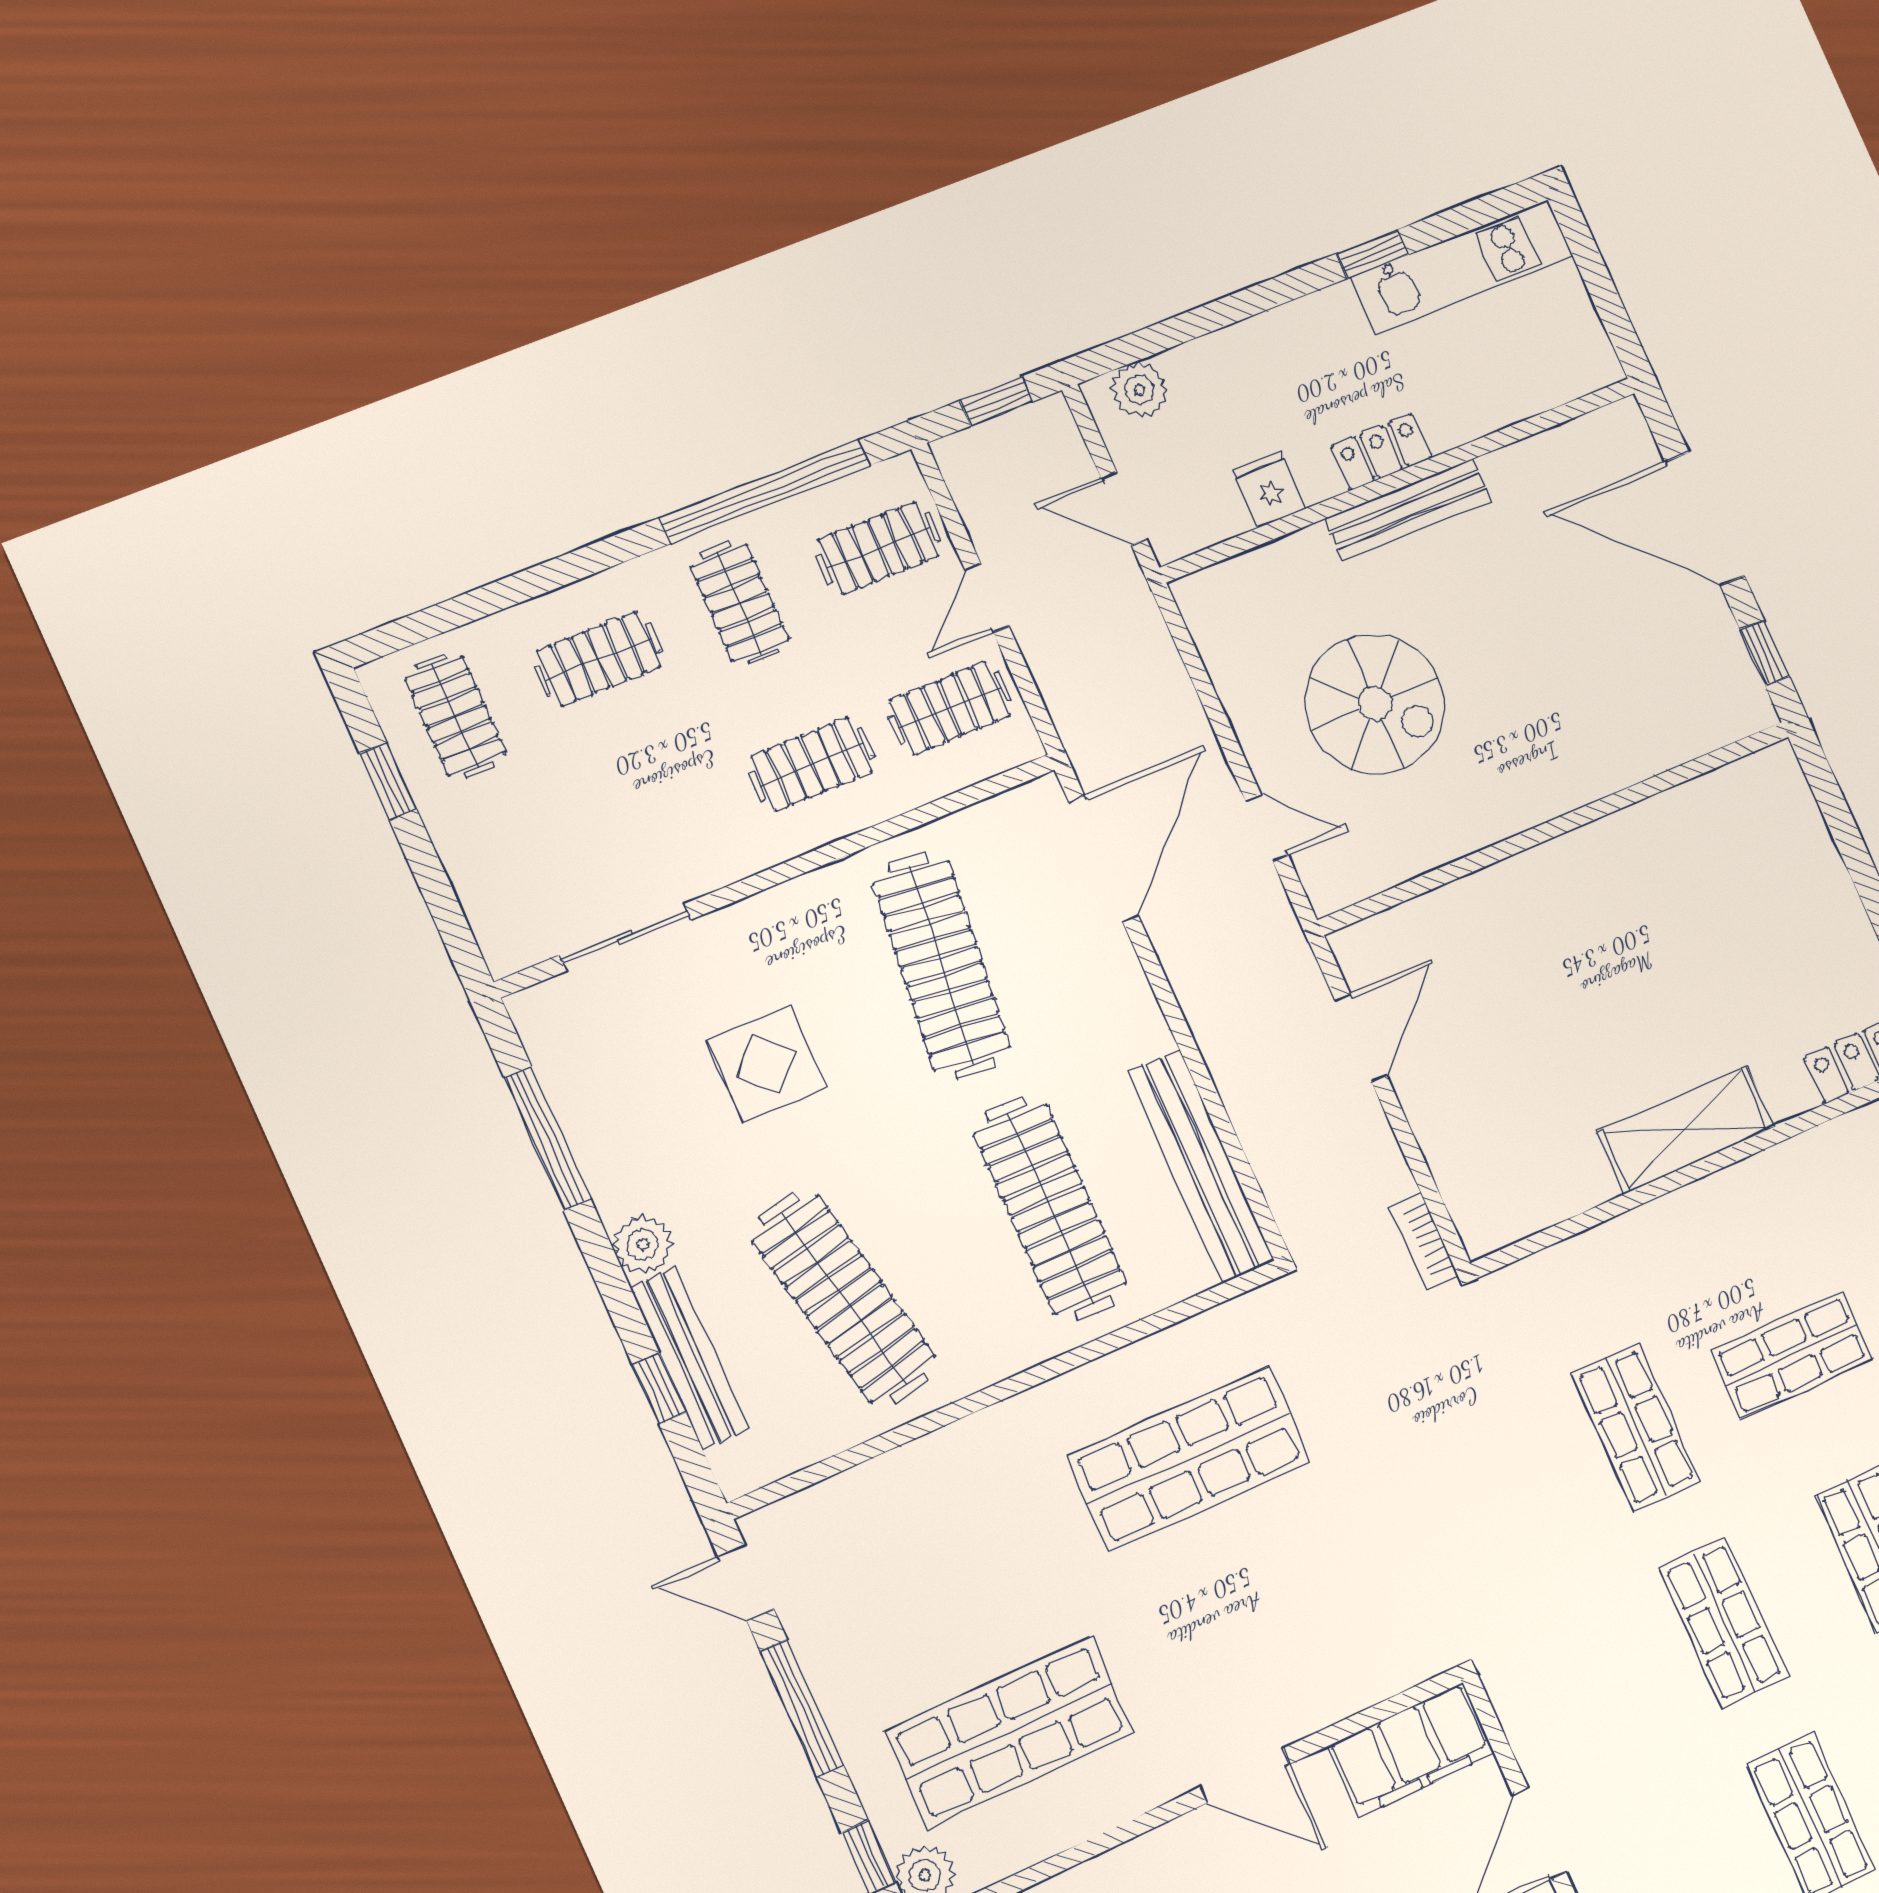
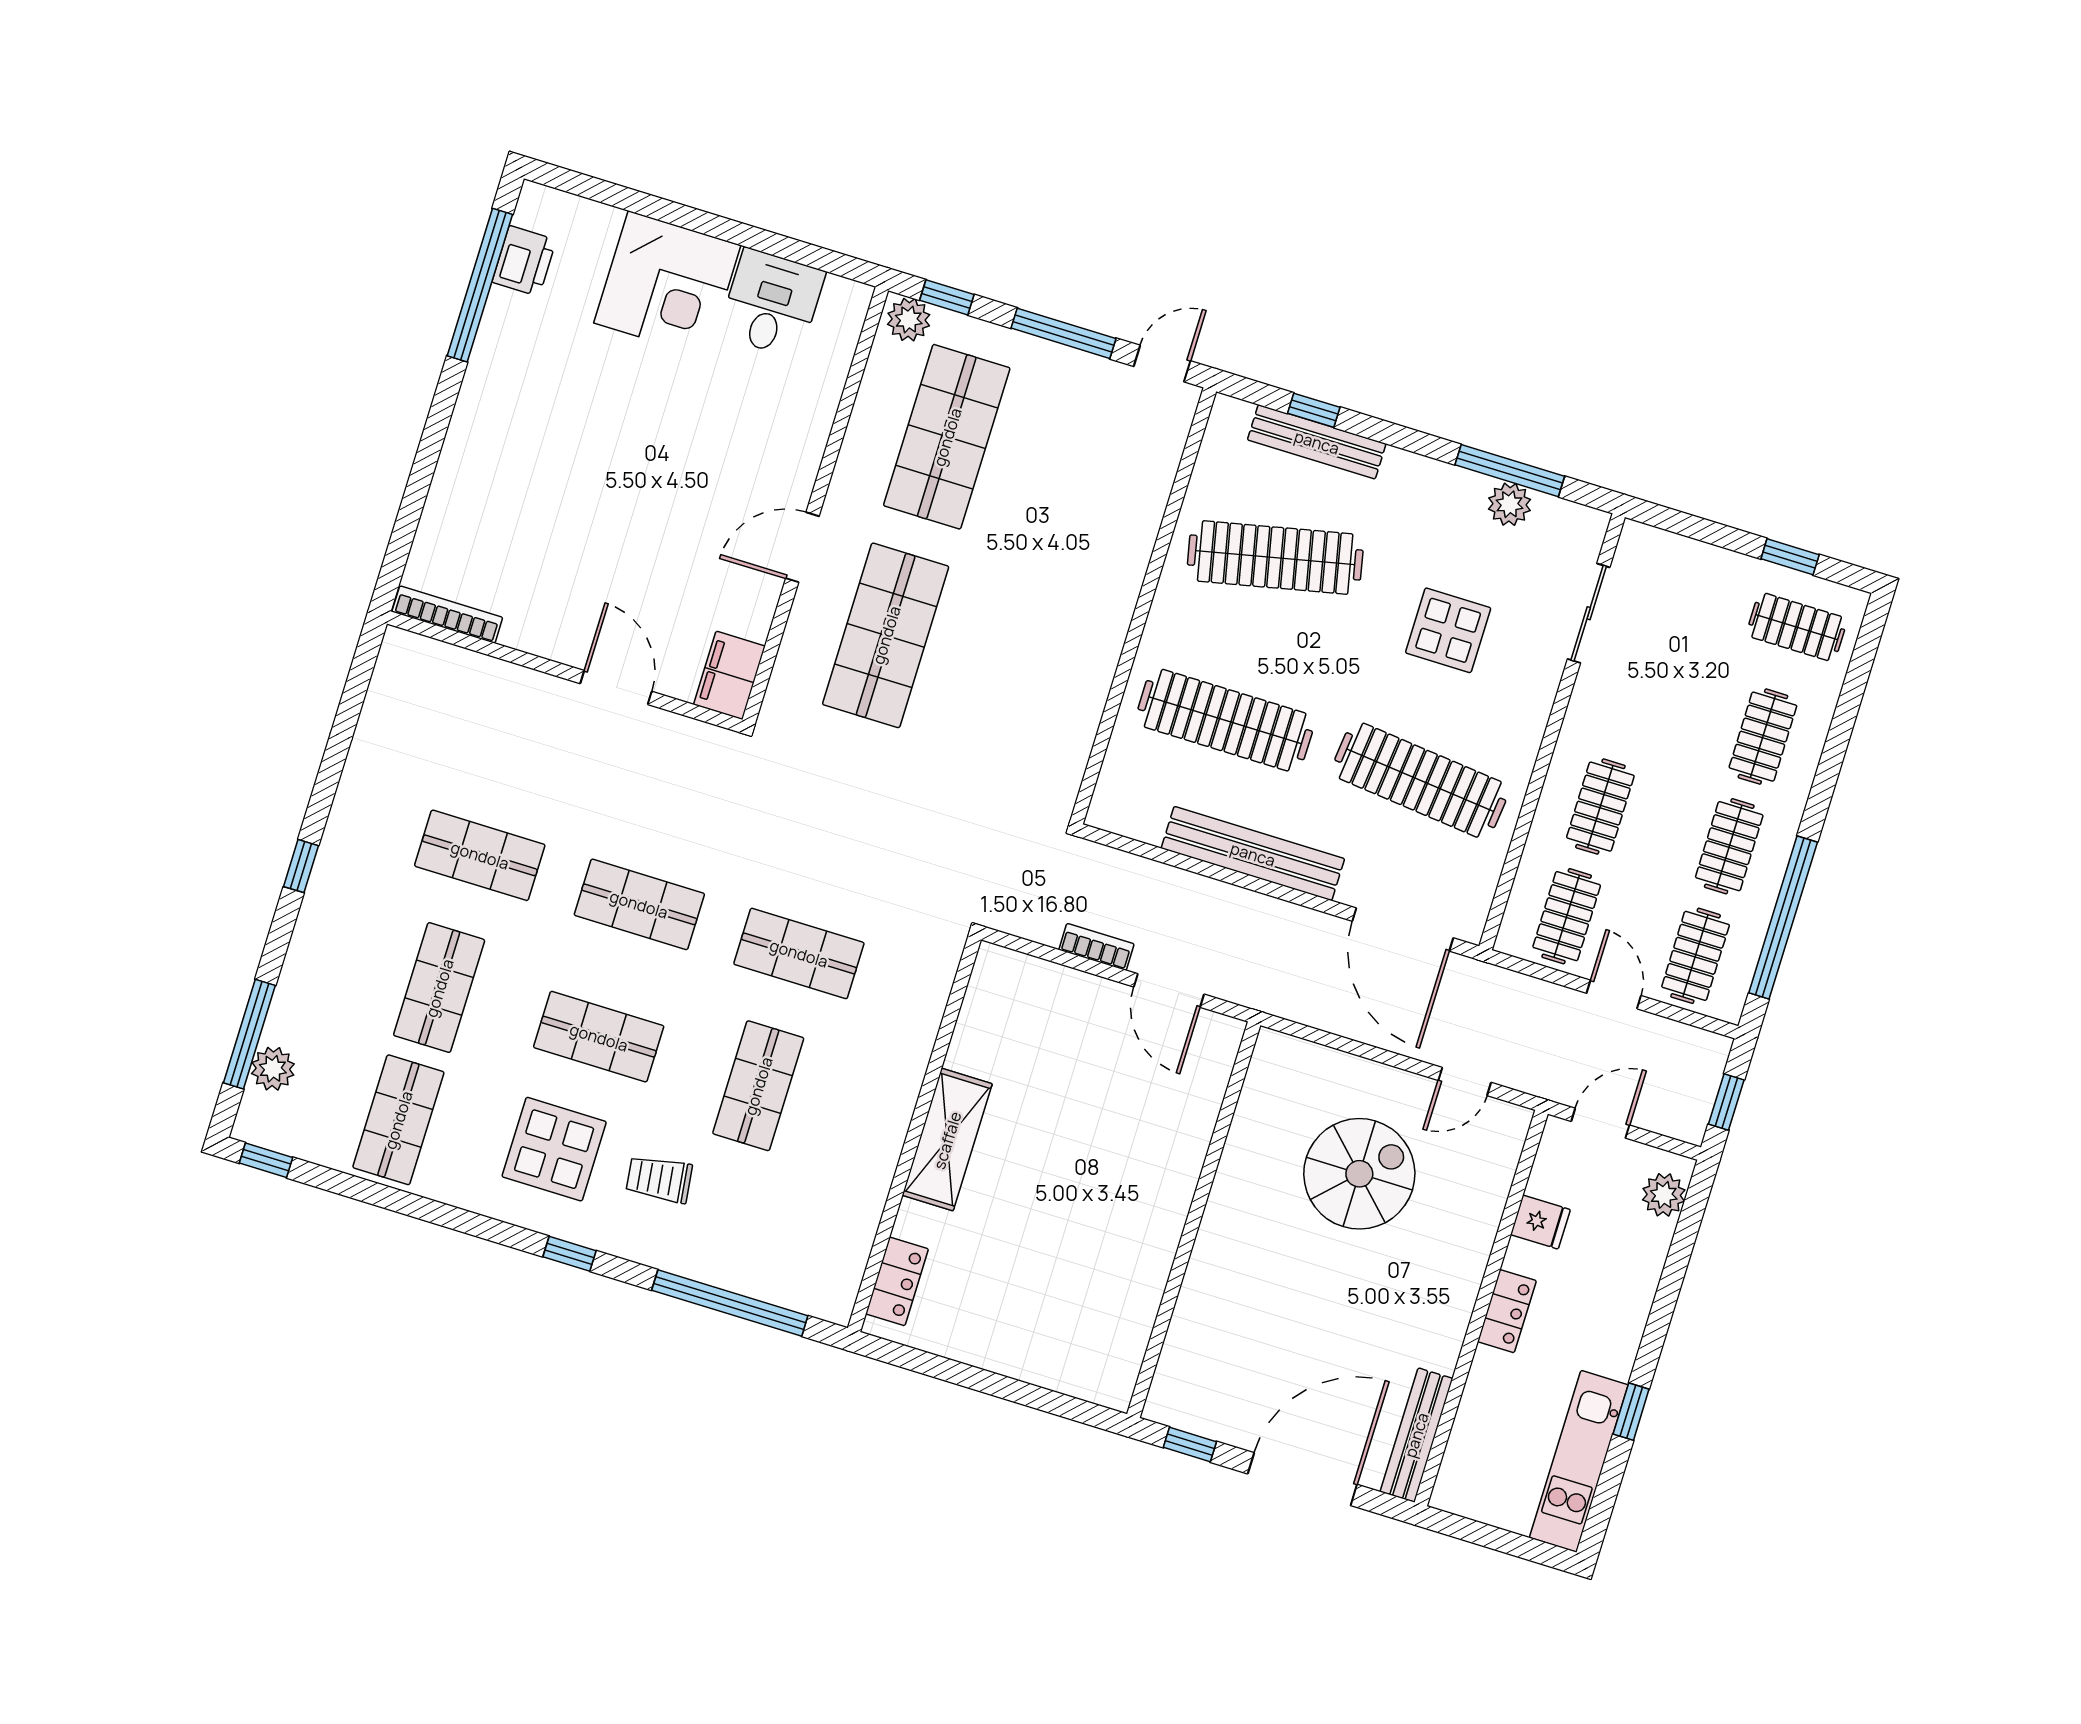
bench: (1408, 510) -> (1416, 1435), moved
clothes rail: (740, 603) -> (1729, 846), turned 90
spiral stairs: (1375, 704) -> (1359, 1174), turned 180
door: (1267, 828) -> (1465, 1081), moved
bench: (1201, 1167) -> (1253, 854), moved
bookcase: (1423, 1241) -> (1096, 947), moved
plant: (643, 1244) -> (1509, 504), moved
shop shelf: (1189, 1459) -> (886, 635), moved
filing cabinet: (1411, 1750) -> (729, 675), width x0.67, depth x0.86

